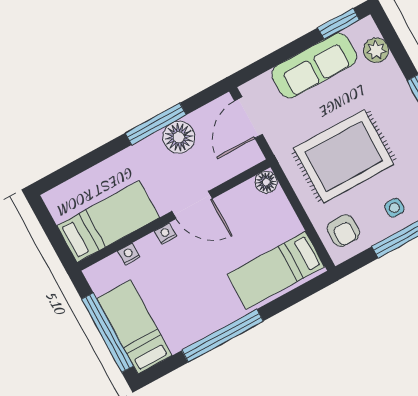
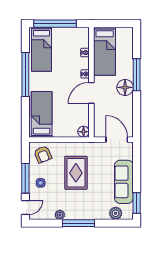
window: (156, 124) -> (137, 75), moved
floor lamp: (179, 137) -> (125, 87), moved
rug: (344, 156) -> (76, 173), width x0.73, depth x0.69
armchair: (343, 231) -> (43, 154), turned -112
bed: (134, 327) -> (42, 49), moved, turned 90

